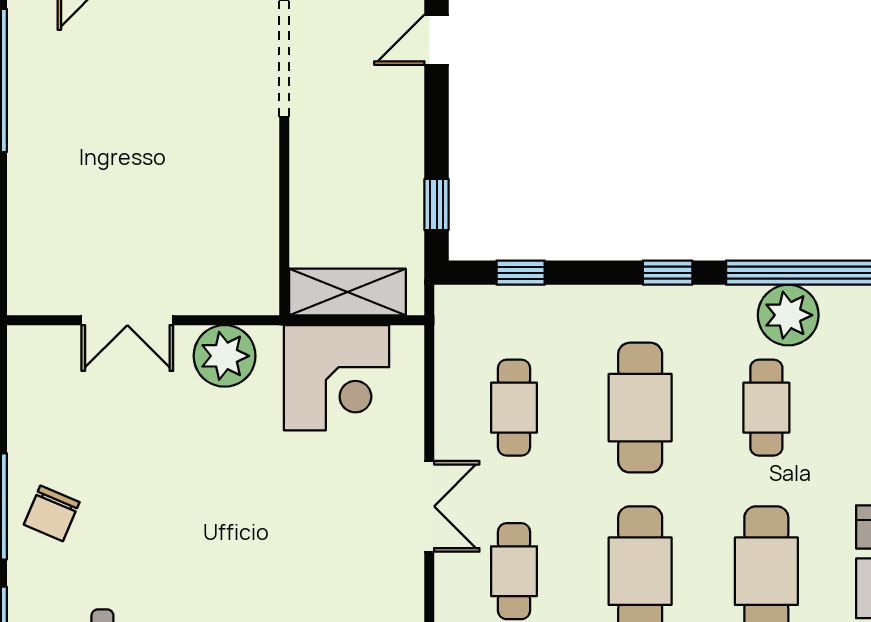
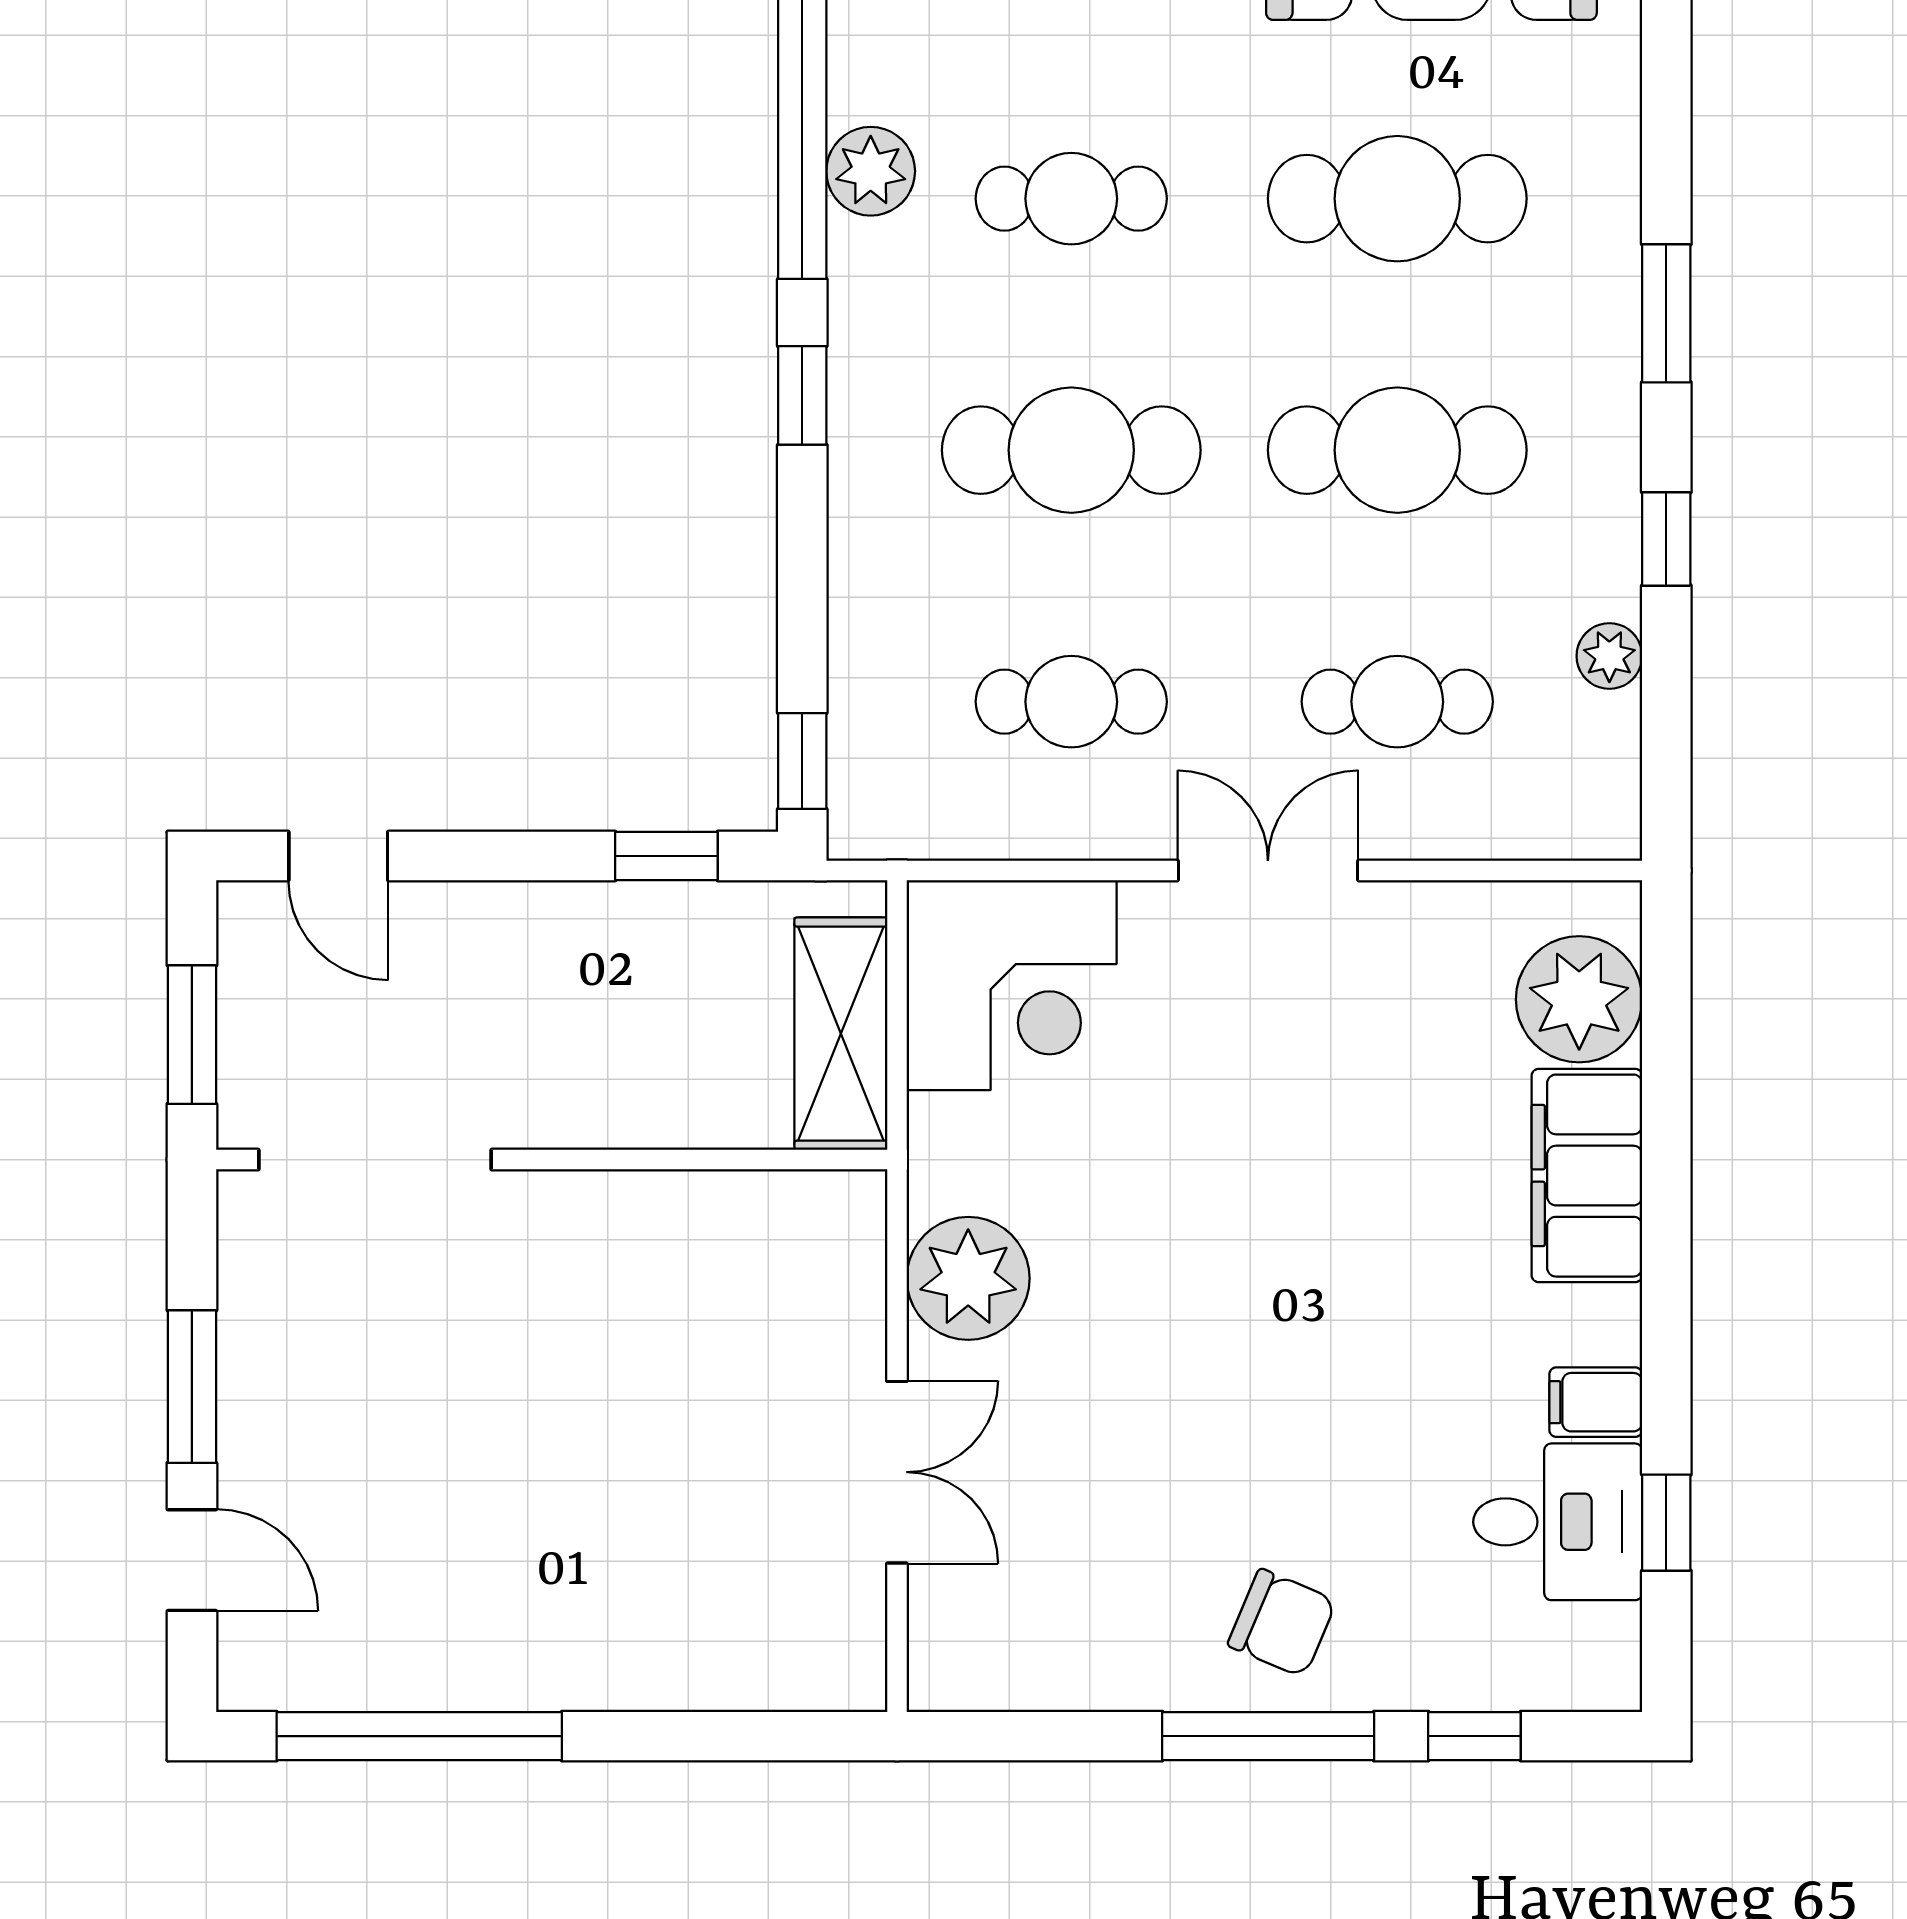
window: (521, 273) -> (802, 761), moved
plant: (788, 315) -> (871, 171), width x0.73, depth x0.73
corner desk: (336, 378) -> (1012, 985), moved, turned 90

